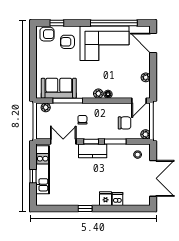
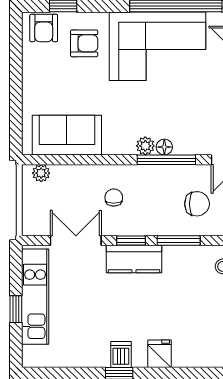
armchair: (47, 34) -> (44, 28), turned 90
armchair: (67, 42) -> (84, 43), turned 180
window: (68, 101) -> (166, 160), moved
dishwasher: (117, 199) -> (121, 354), moved

